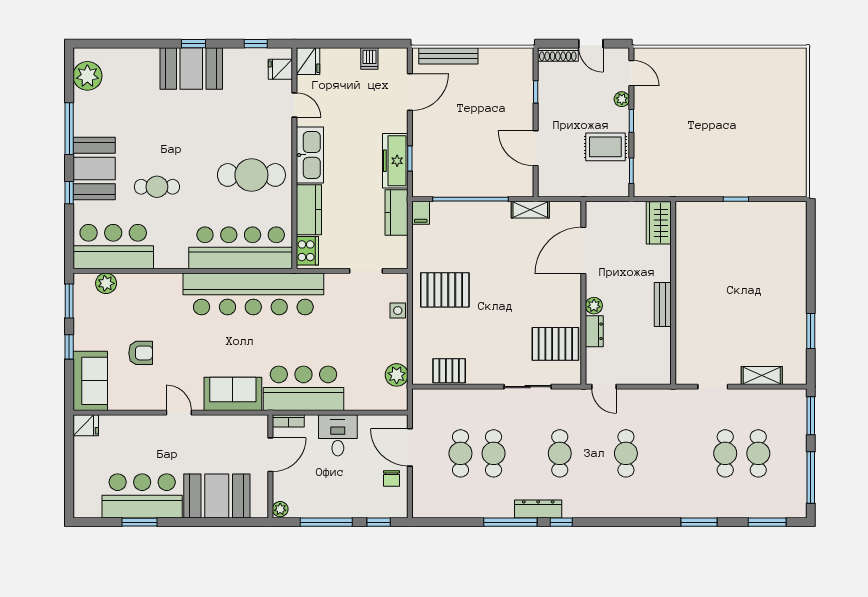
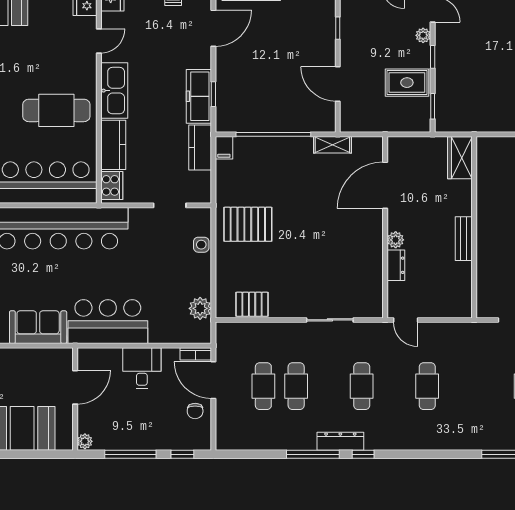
door: (294, 105) -> (99, 41), hinge flipped
pallet: (555, 344) -> (357, 278), removed
bookcase: (288, 421) -> (196, 354), moved

